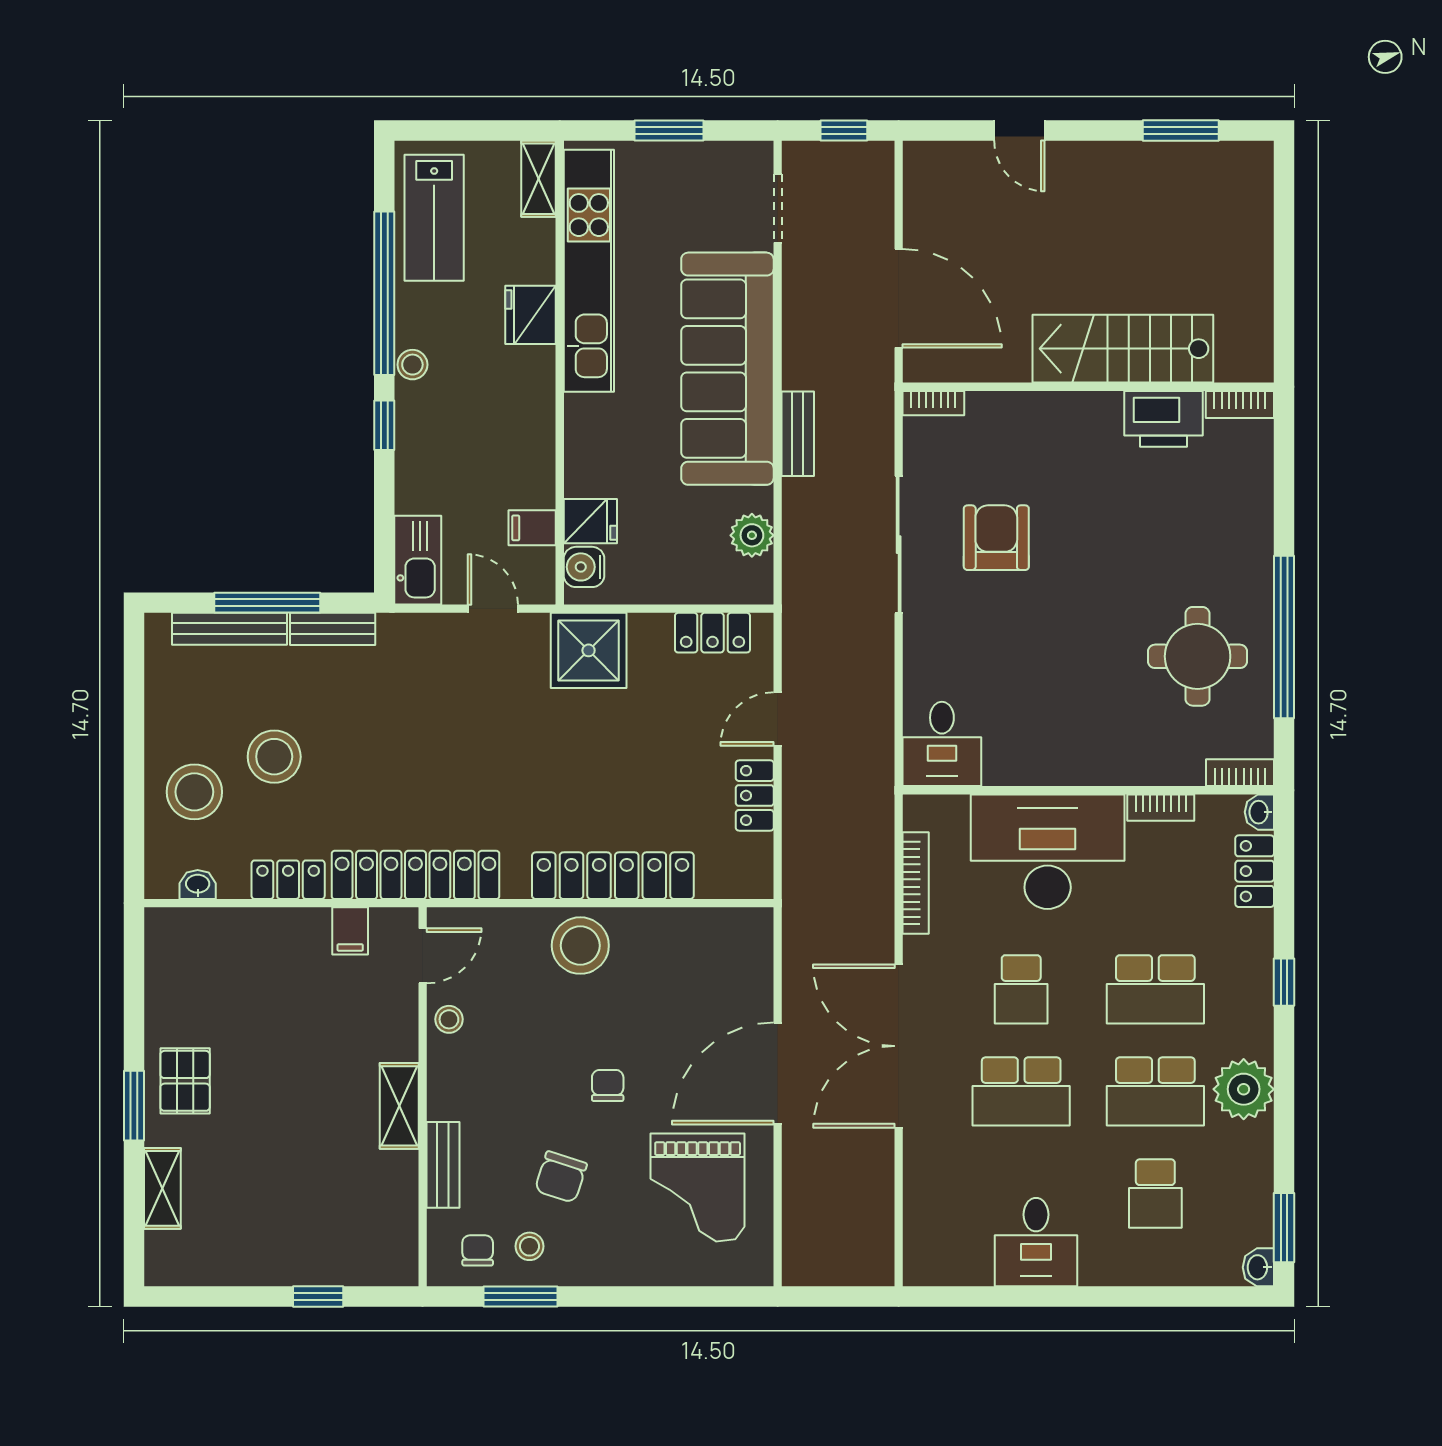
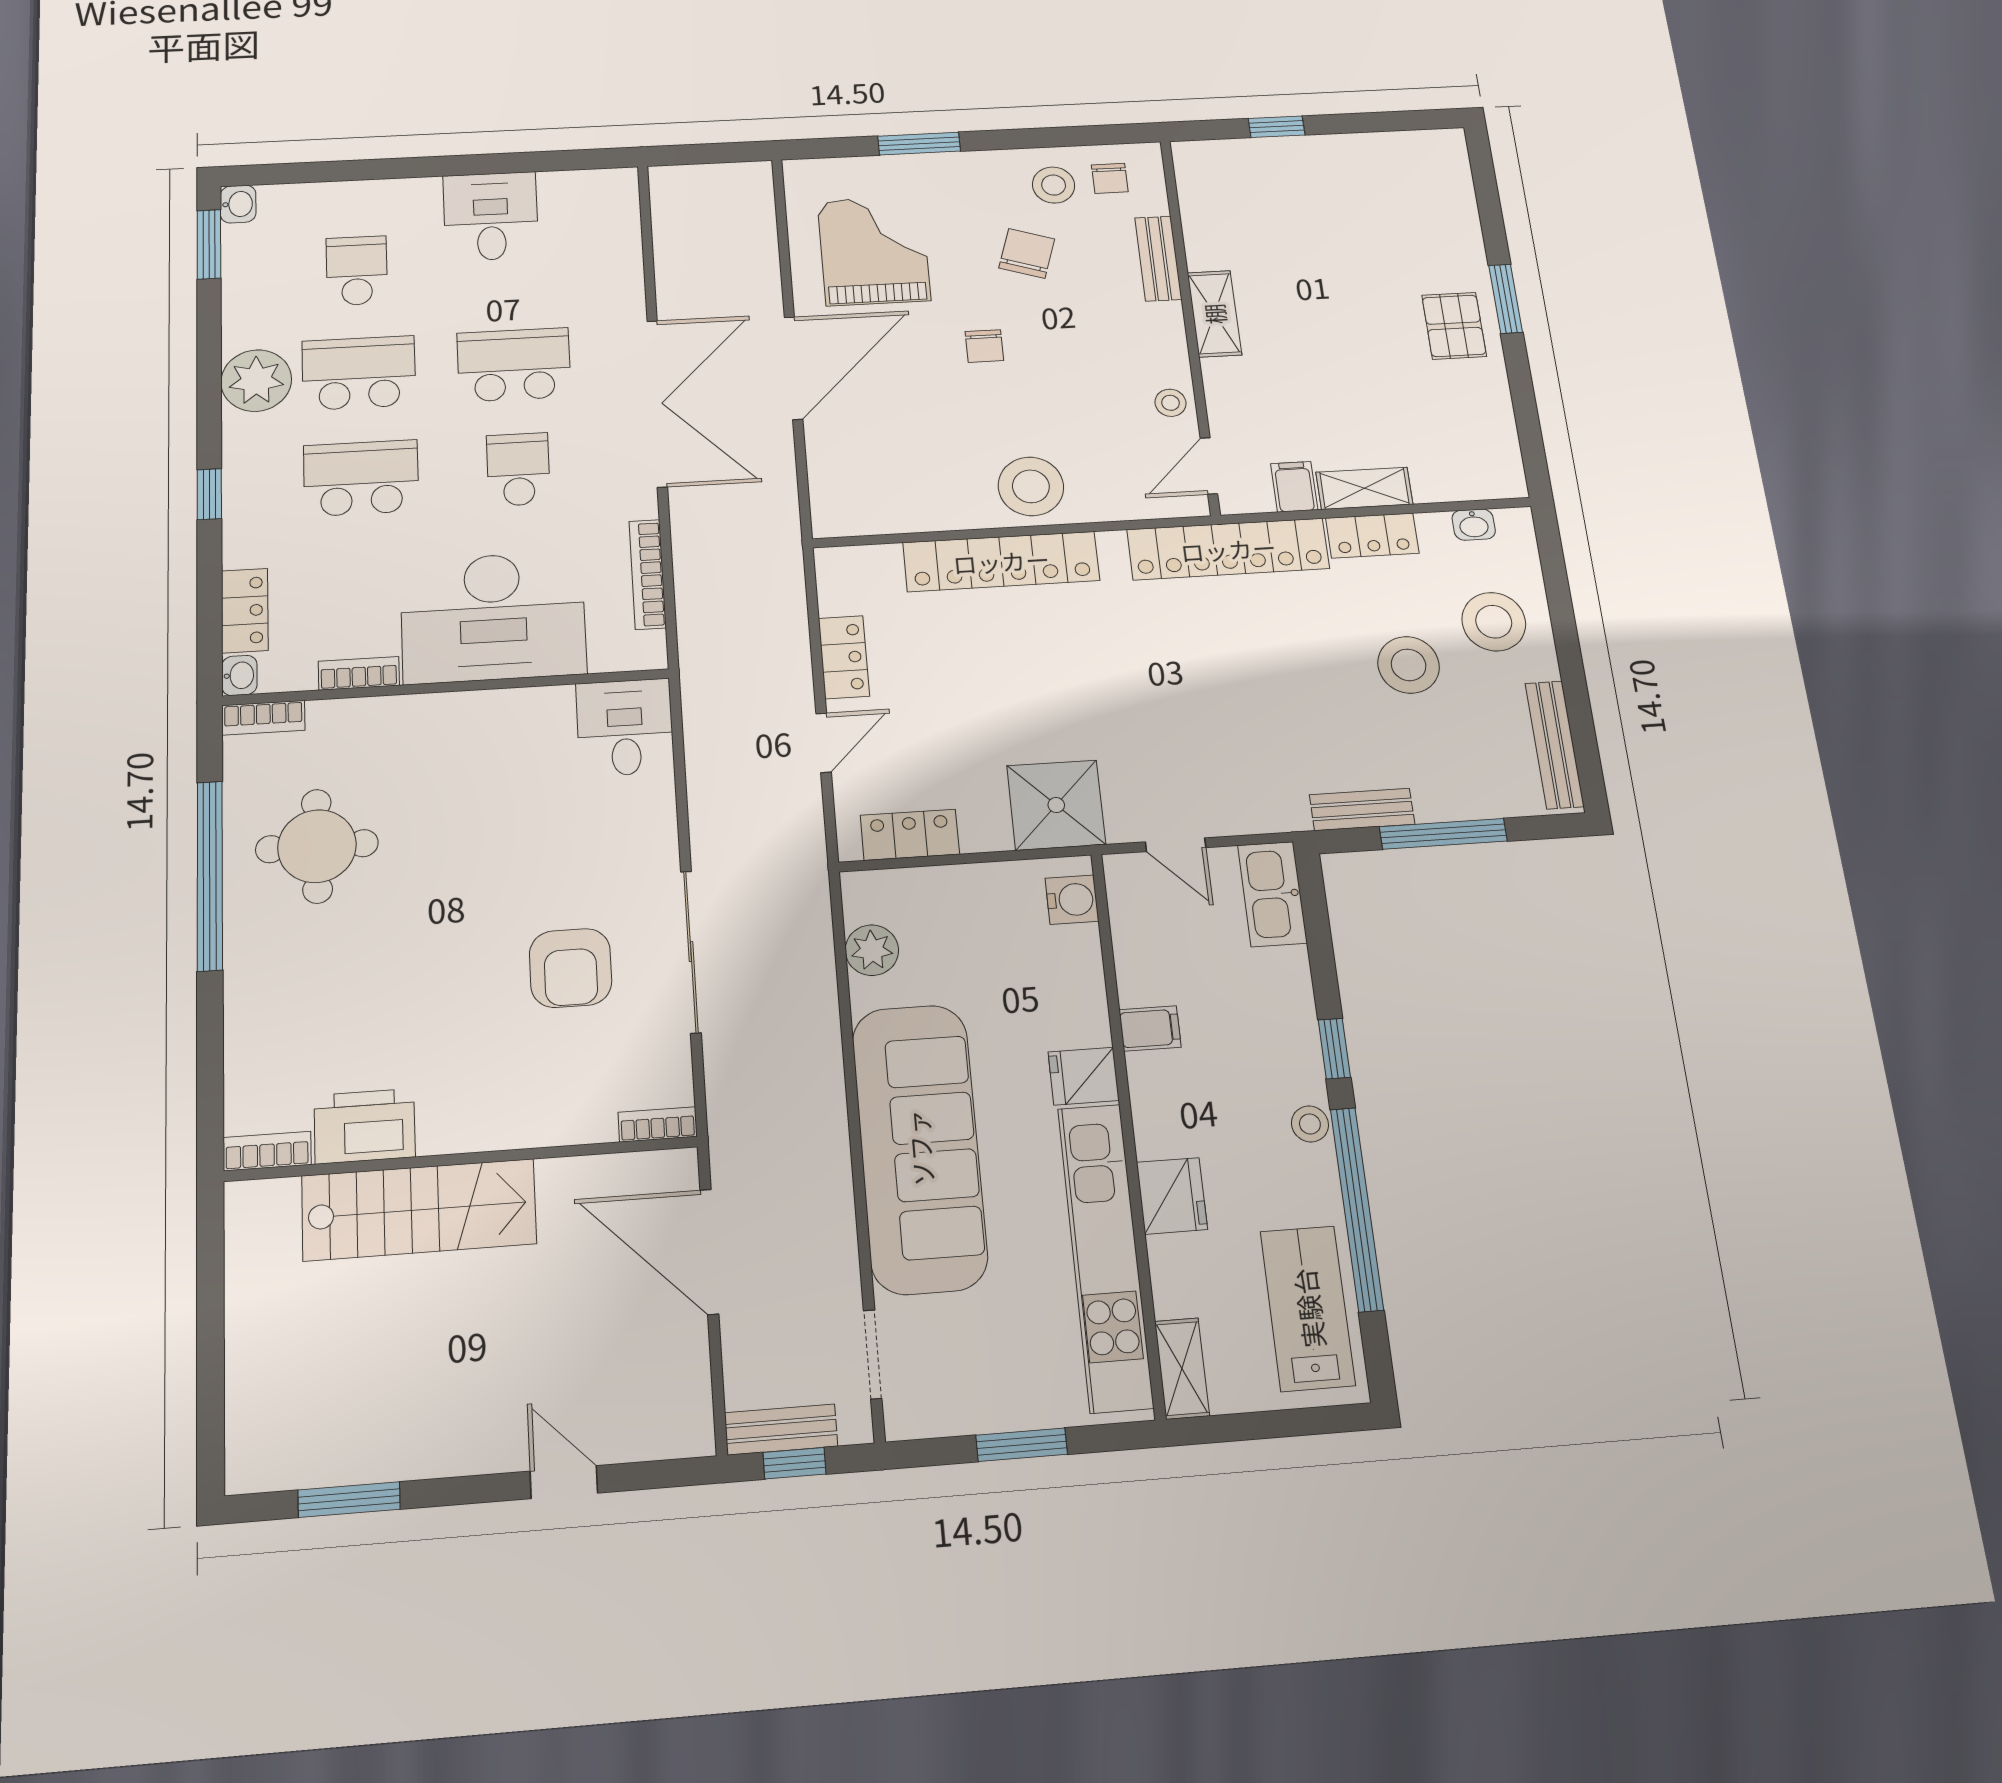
bench: (798, 434) -> (781, 1429), moved, turned 90
fridge: (590, 521) -> (1084, 1076), moved
filing cabinet: (532, 528) -> (1150, 1028), moved
bench: (229, 629) -> (1555, 745), moved, turned 90
shelving: (162, 1188) -> (1364, 488), moved, turned 90
stool: (530, 1246) -> (1054, 185), width x1.37, depth x1.37
window: (520, 1297) -> (919, 144), moved

